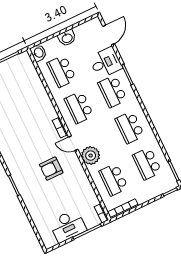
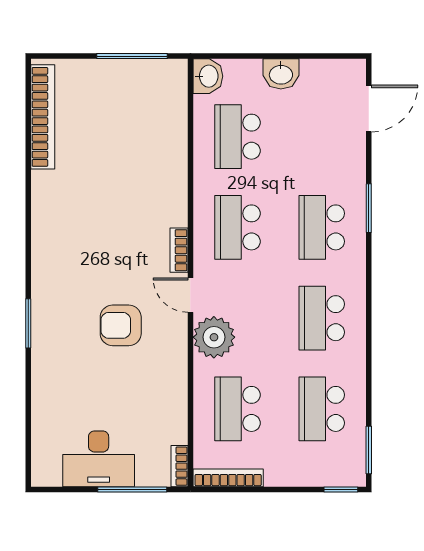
desk: (106, 63) -> (335, 162), removed

